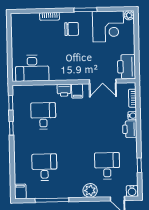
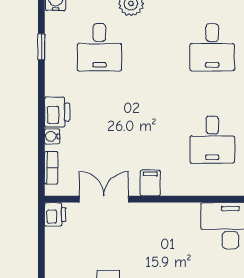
printer: (127, 67) -> (55, 214), width x0.53, depth x0.68
printer: (64, 90) -> (174, 185), removed

